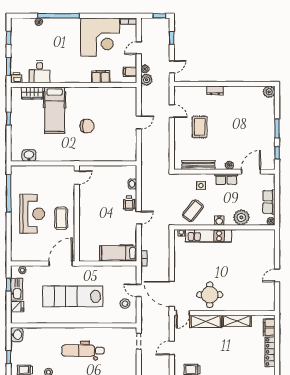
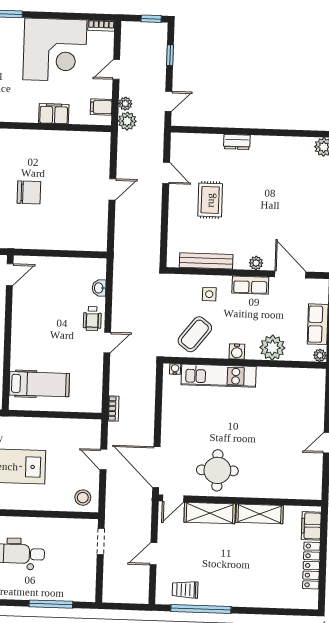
door: (251, 172) -> (290, 274), hinge flipped
hospital bed: (118, 253) -> (39, 384), moved, turned 180
stool: (125, 304) -> (83, 498), moved

